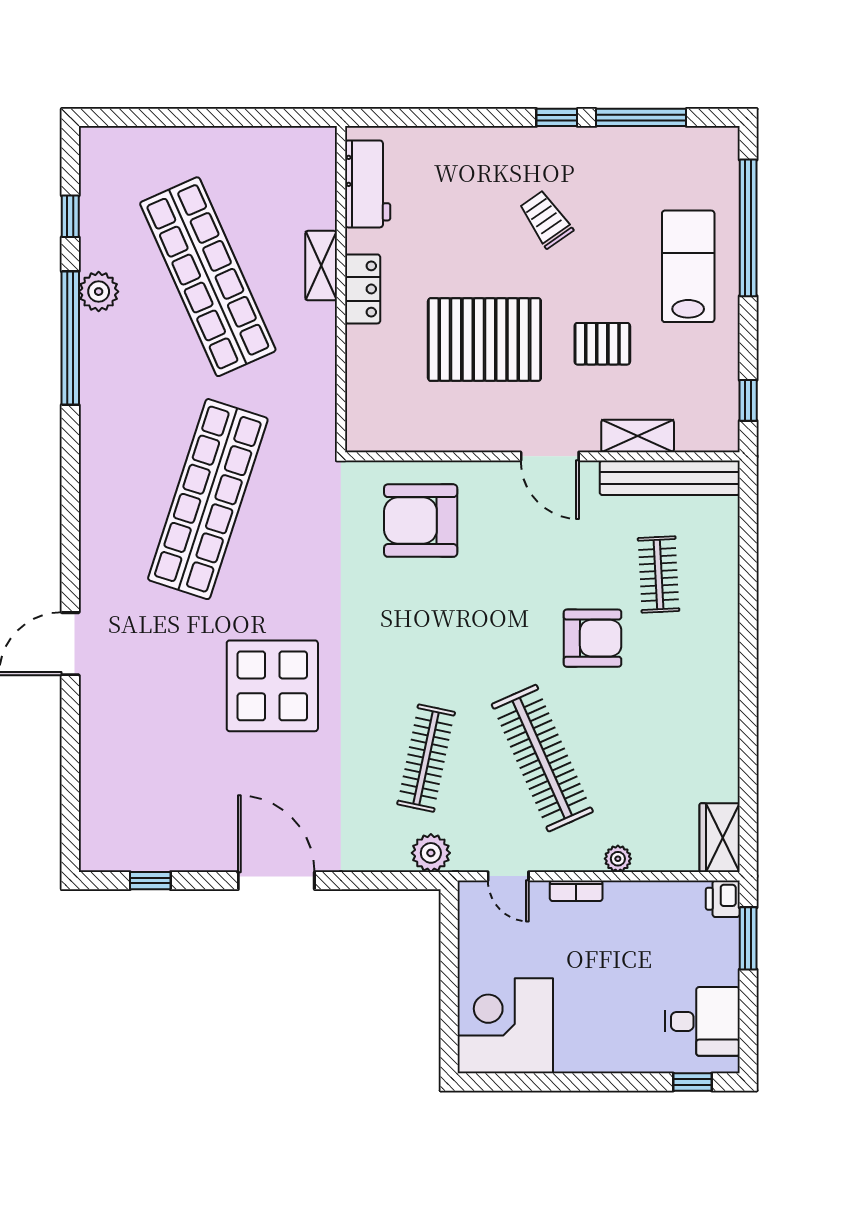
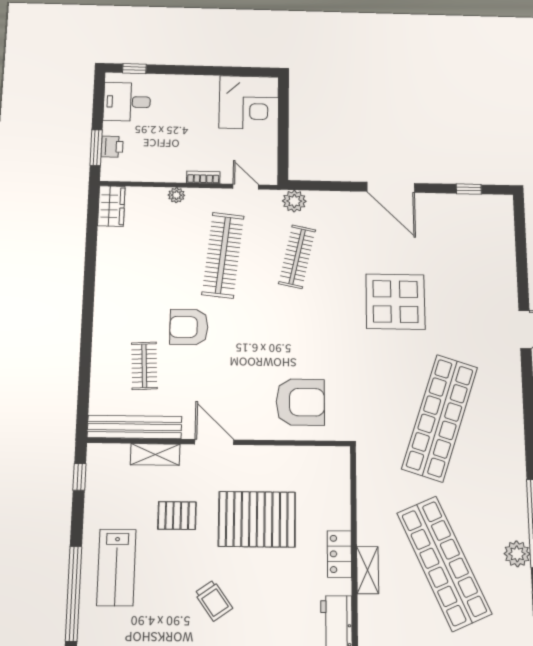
clothes rail: (542, 758) -> (223, 255), turned 30
printer: (723, 899) -> (112, 147), moved

